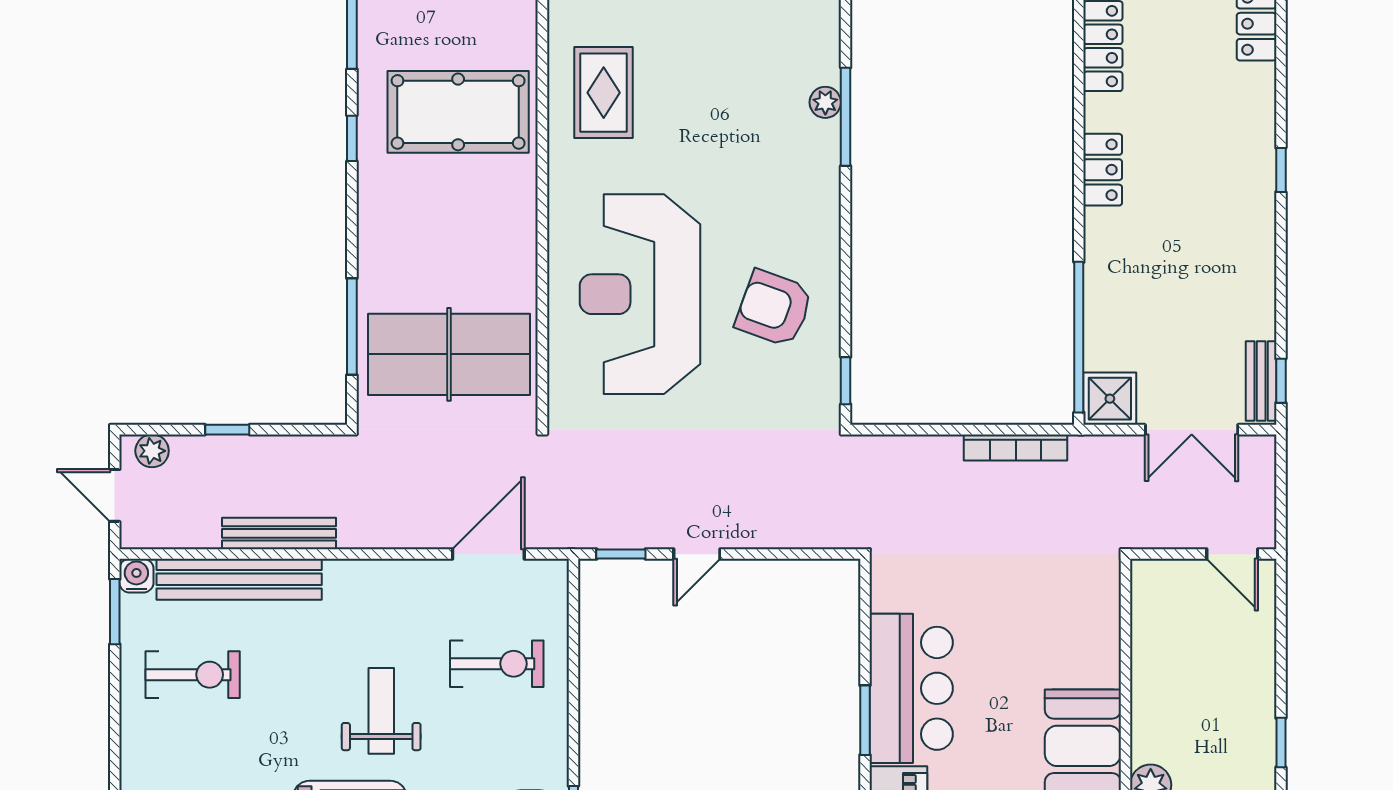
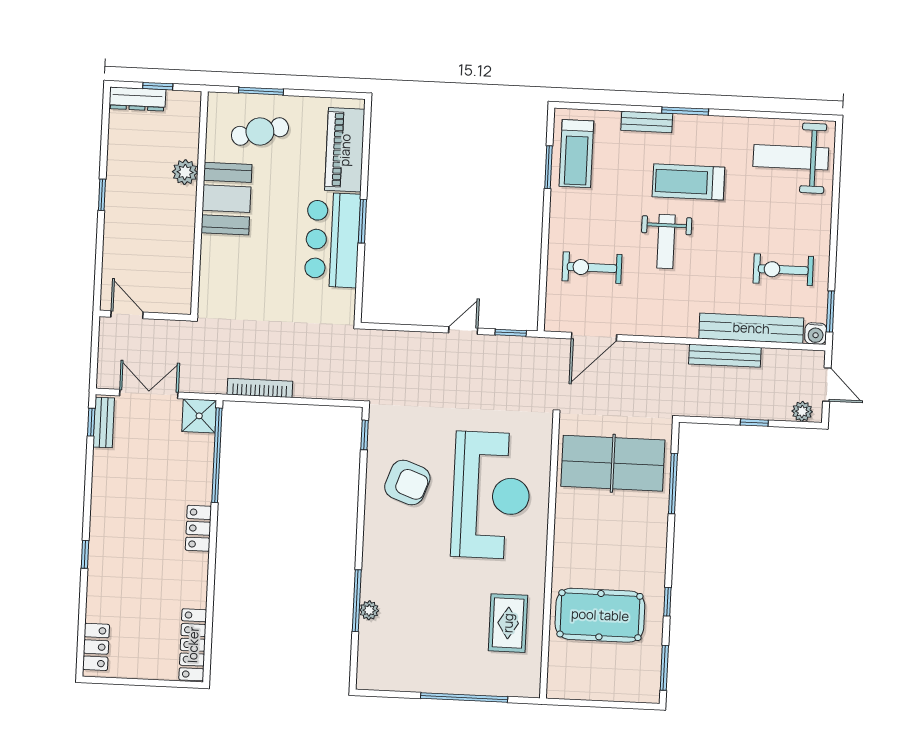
locker: (1103, 170) -> (198, 528), moved

